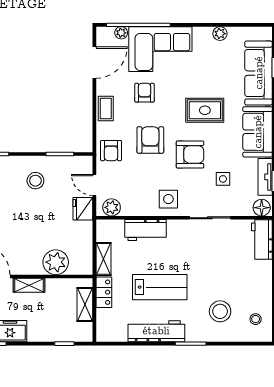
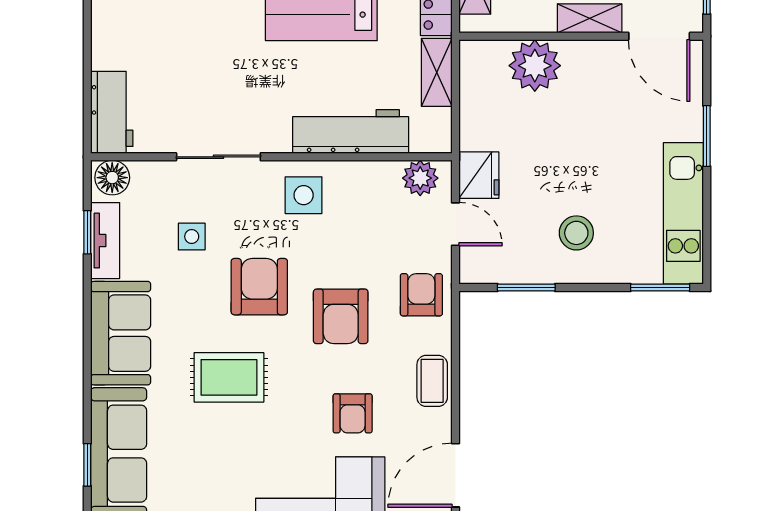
armchair: (190, 154) -> (259, 287), turned 90
workbench: (145, 230) -> (351, 131), width x1.38

